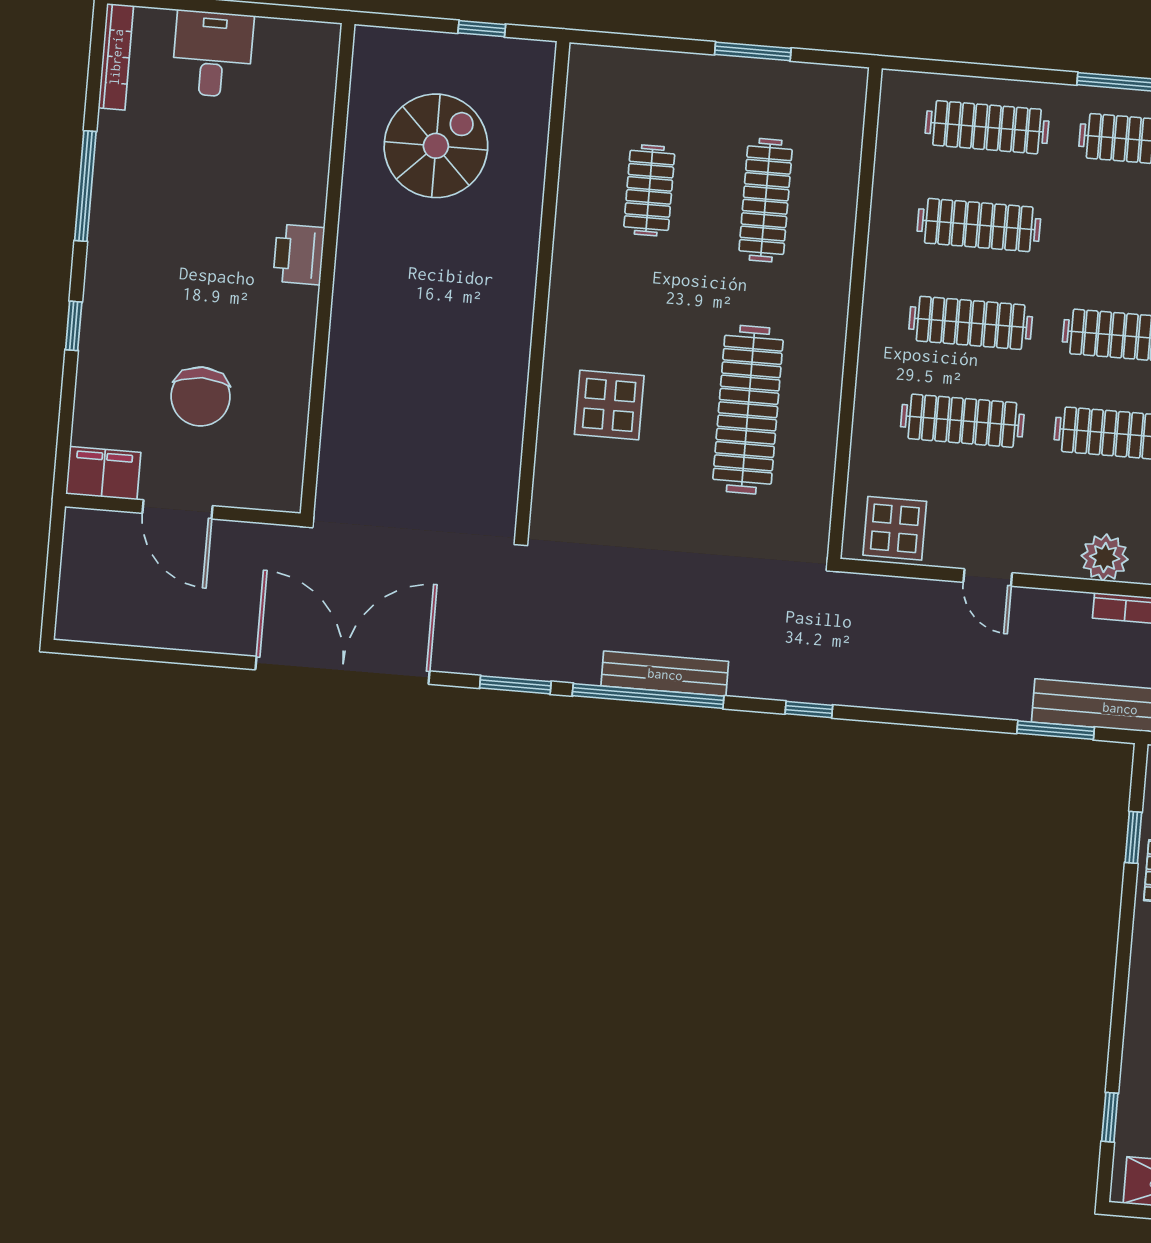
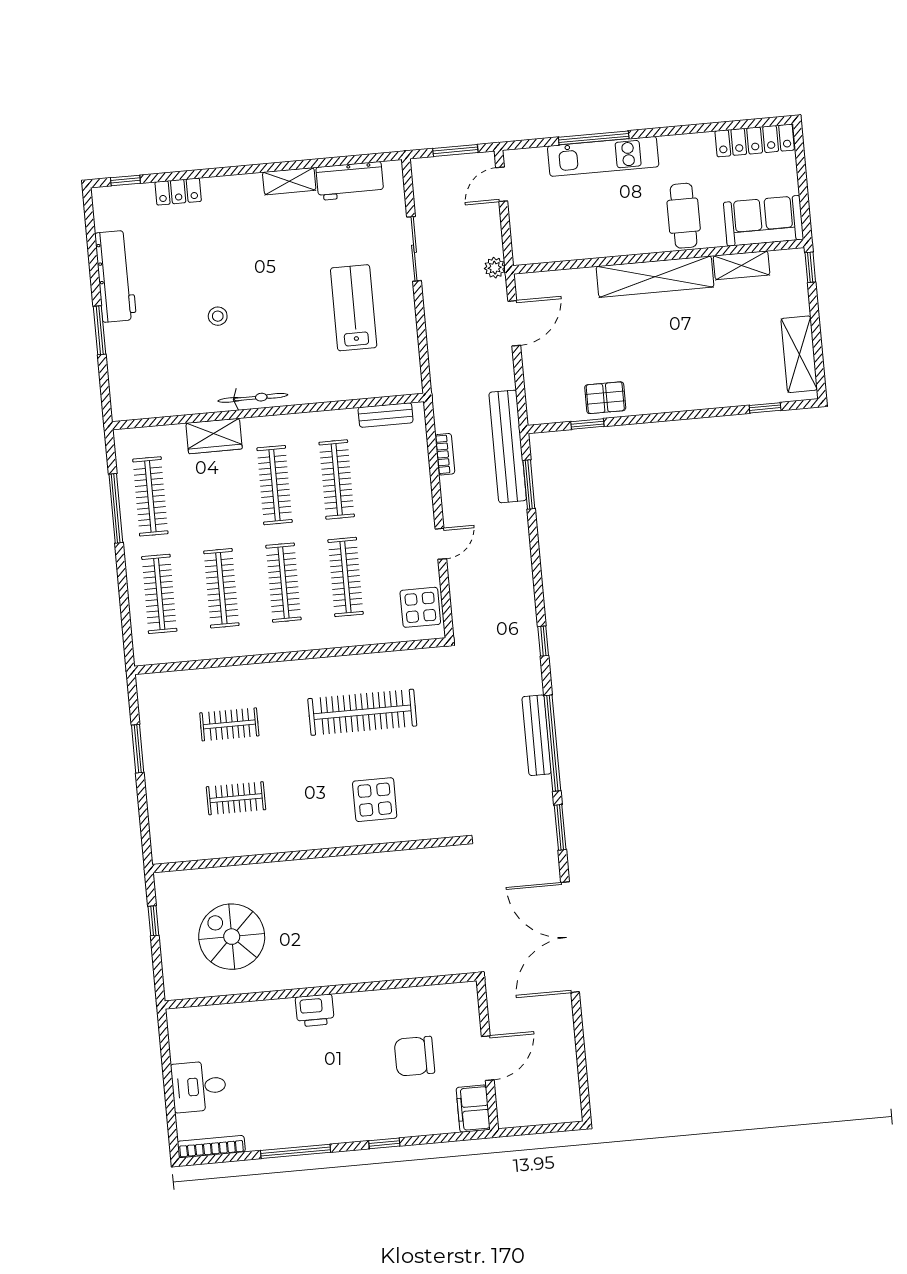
clothes rail: (766, 200) -> (229, 724), width x0.73
chair: (201, 397) -> (414, 1056), turned 180
plant: (1105, 557) -> (415, 473), removed

